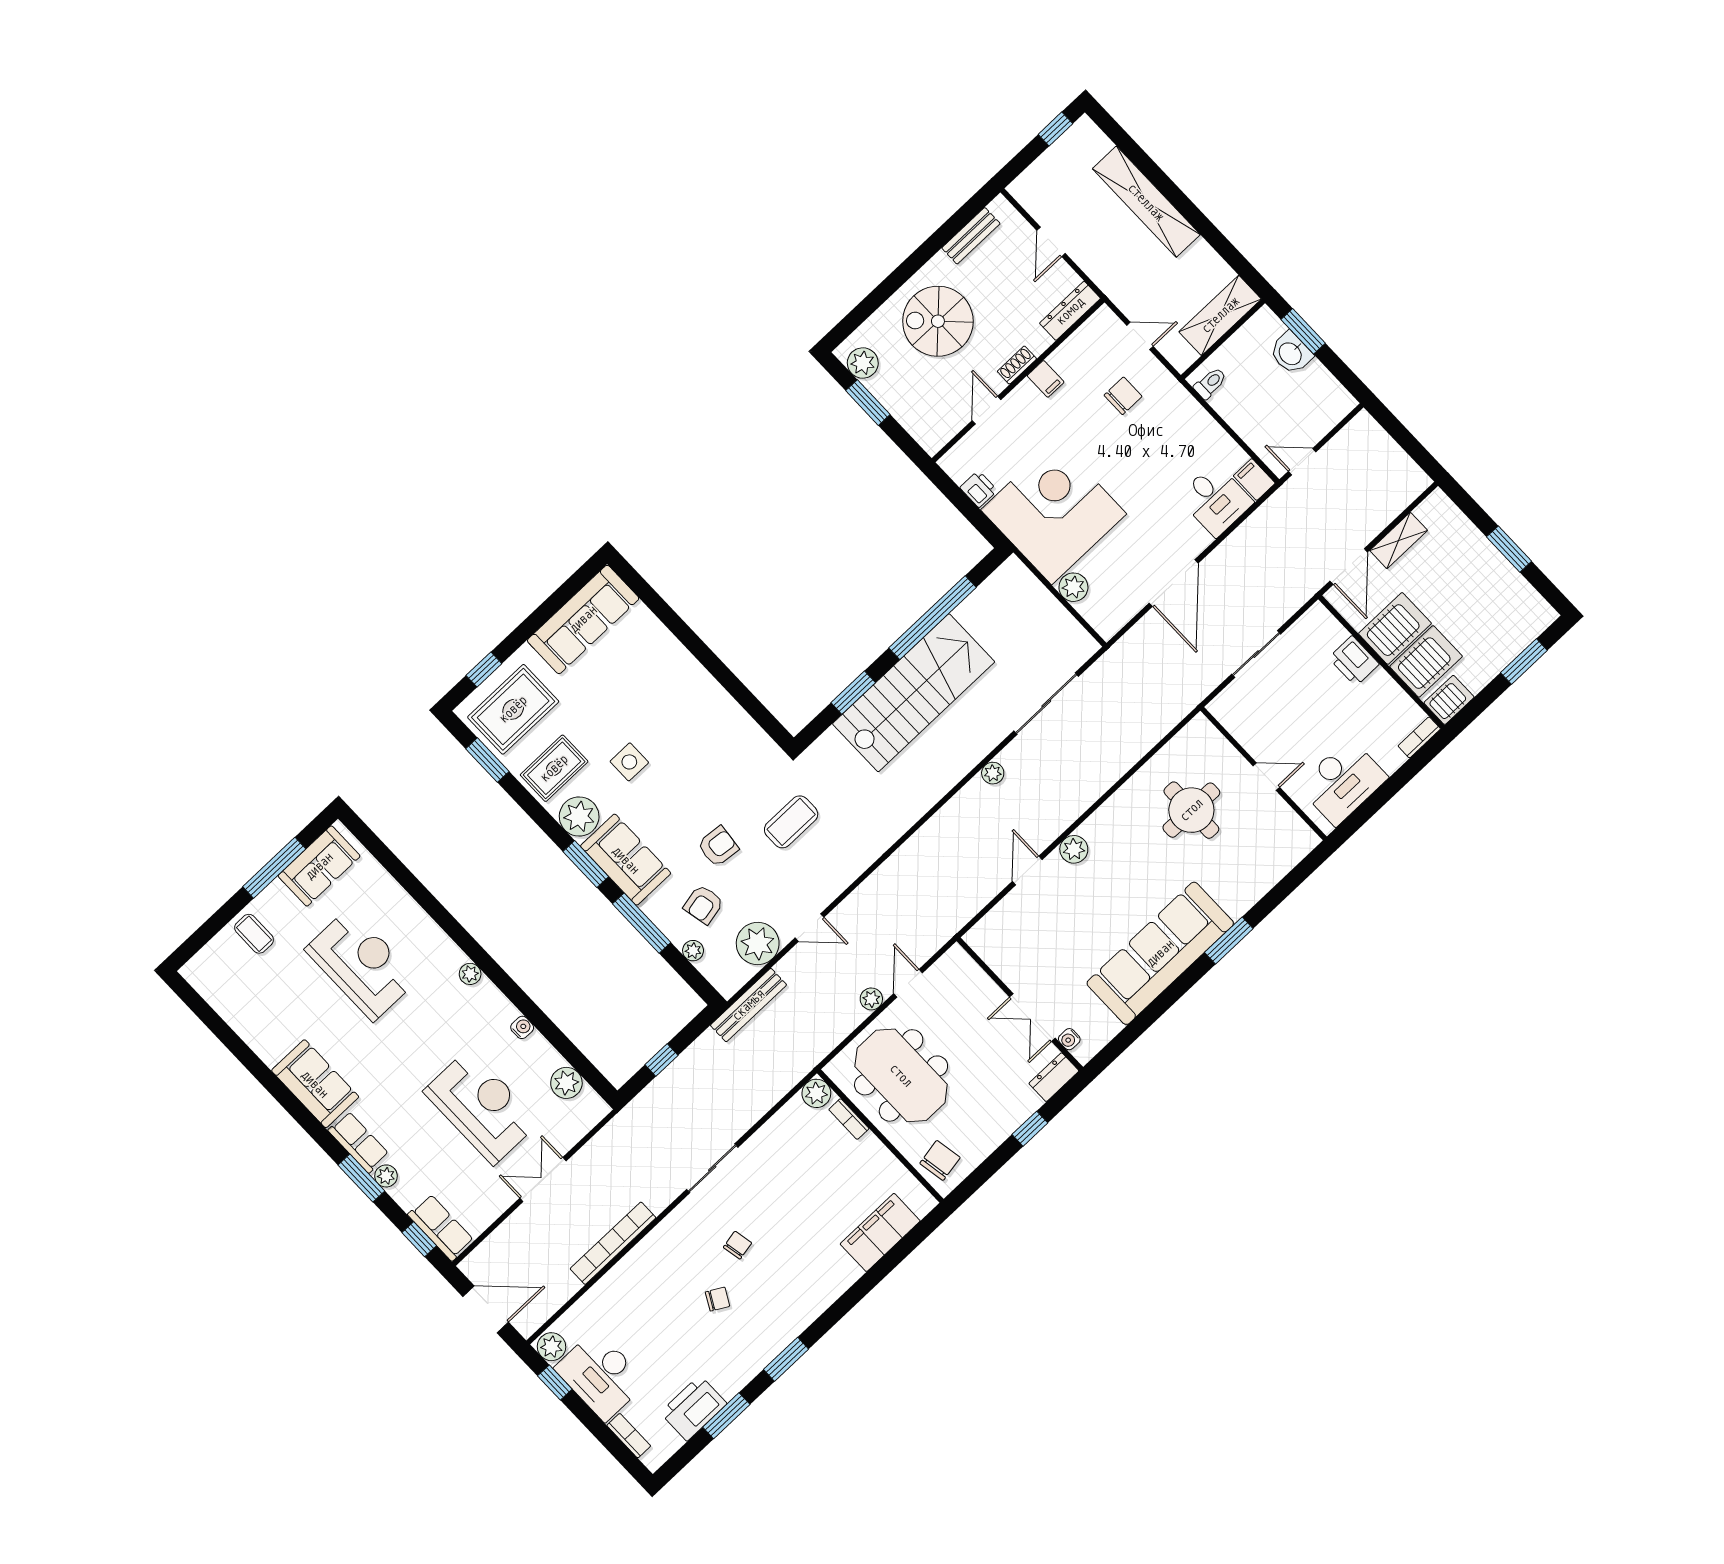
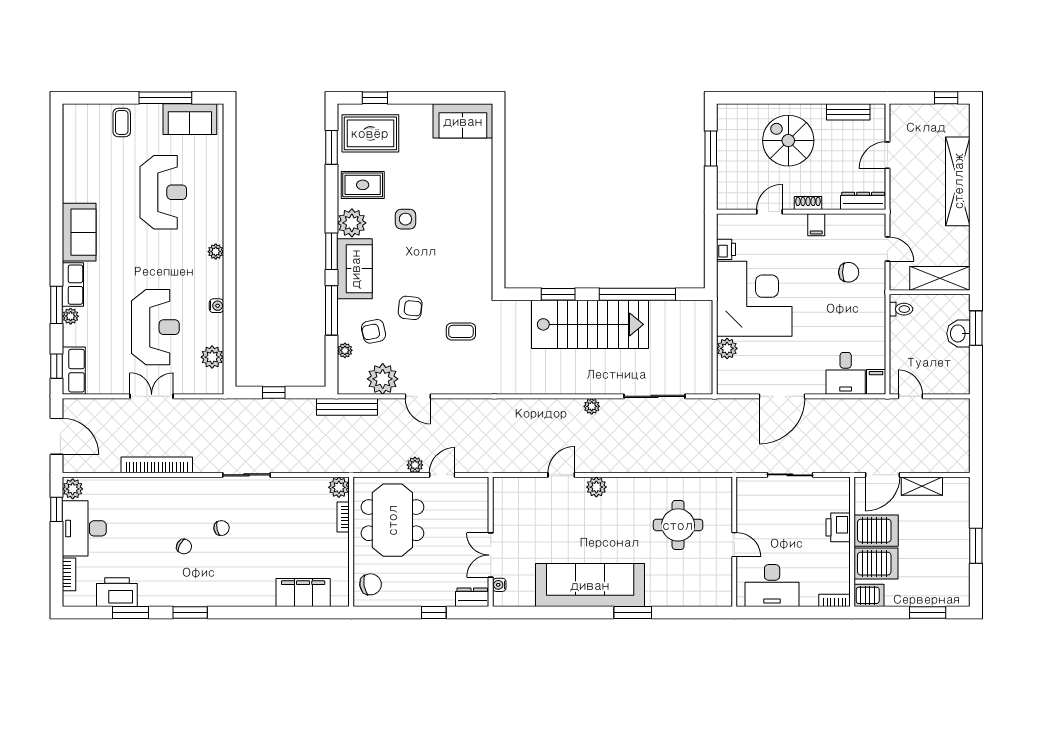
plant: (863, 363) -> (728, 125), removed
sofa: (583, 619) -> (463, 121), width x0.73
coffee table: (791, 822) -> (461, 331), width x0.73, depth x0.77

